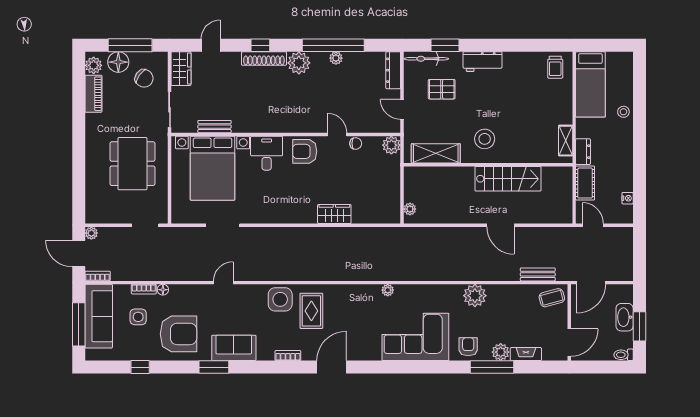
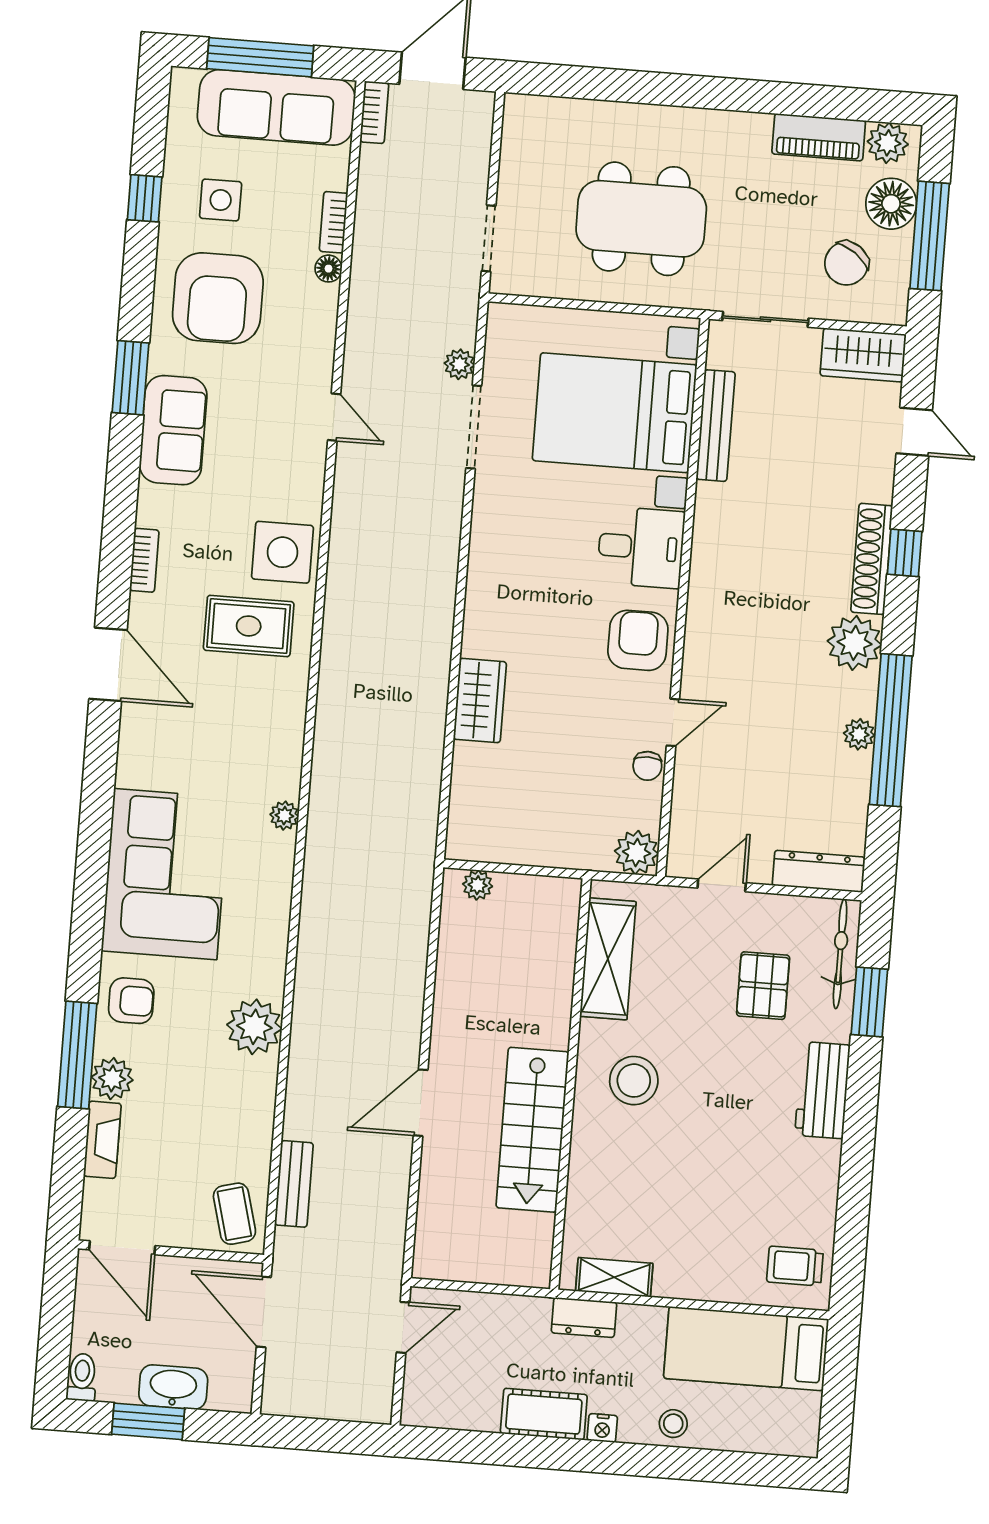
bench: (214, 127) -> (716, 426), width x1.36
cot: (585, 183) -> (544, 1414), moved
nightstand: (628, 198) -> (602, 1428), moved
plant: (91, 233) -> (460, 364), moved
side table: (138, 317) -> (221, 200), moved

